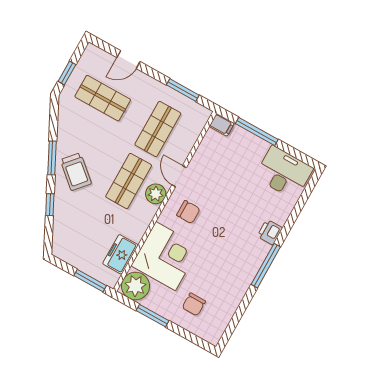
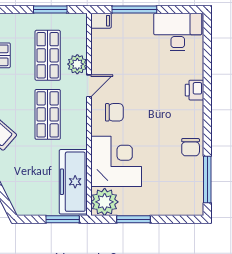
door: (179, 176) -> (89, 86), swing flipped
plant: (156, 194) -> (77, 64), moved
freezer: (120, 254) -> (73, 182), width x1.91, depth x1.26
window: (266, 266) -> (207, 180), moved
chair: (194, 304) -> (191, 147), moved

